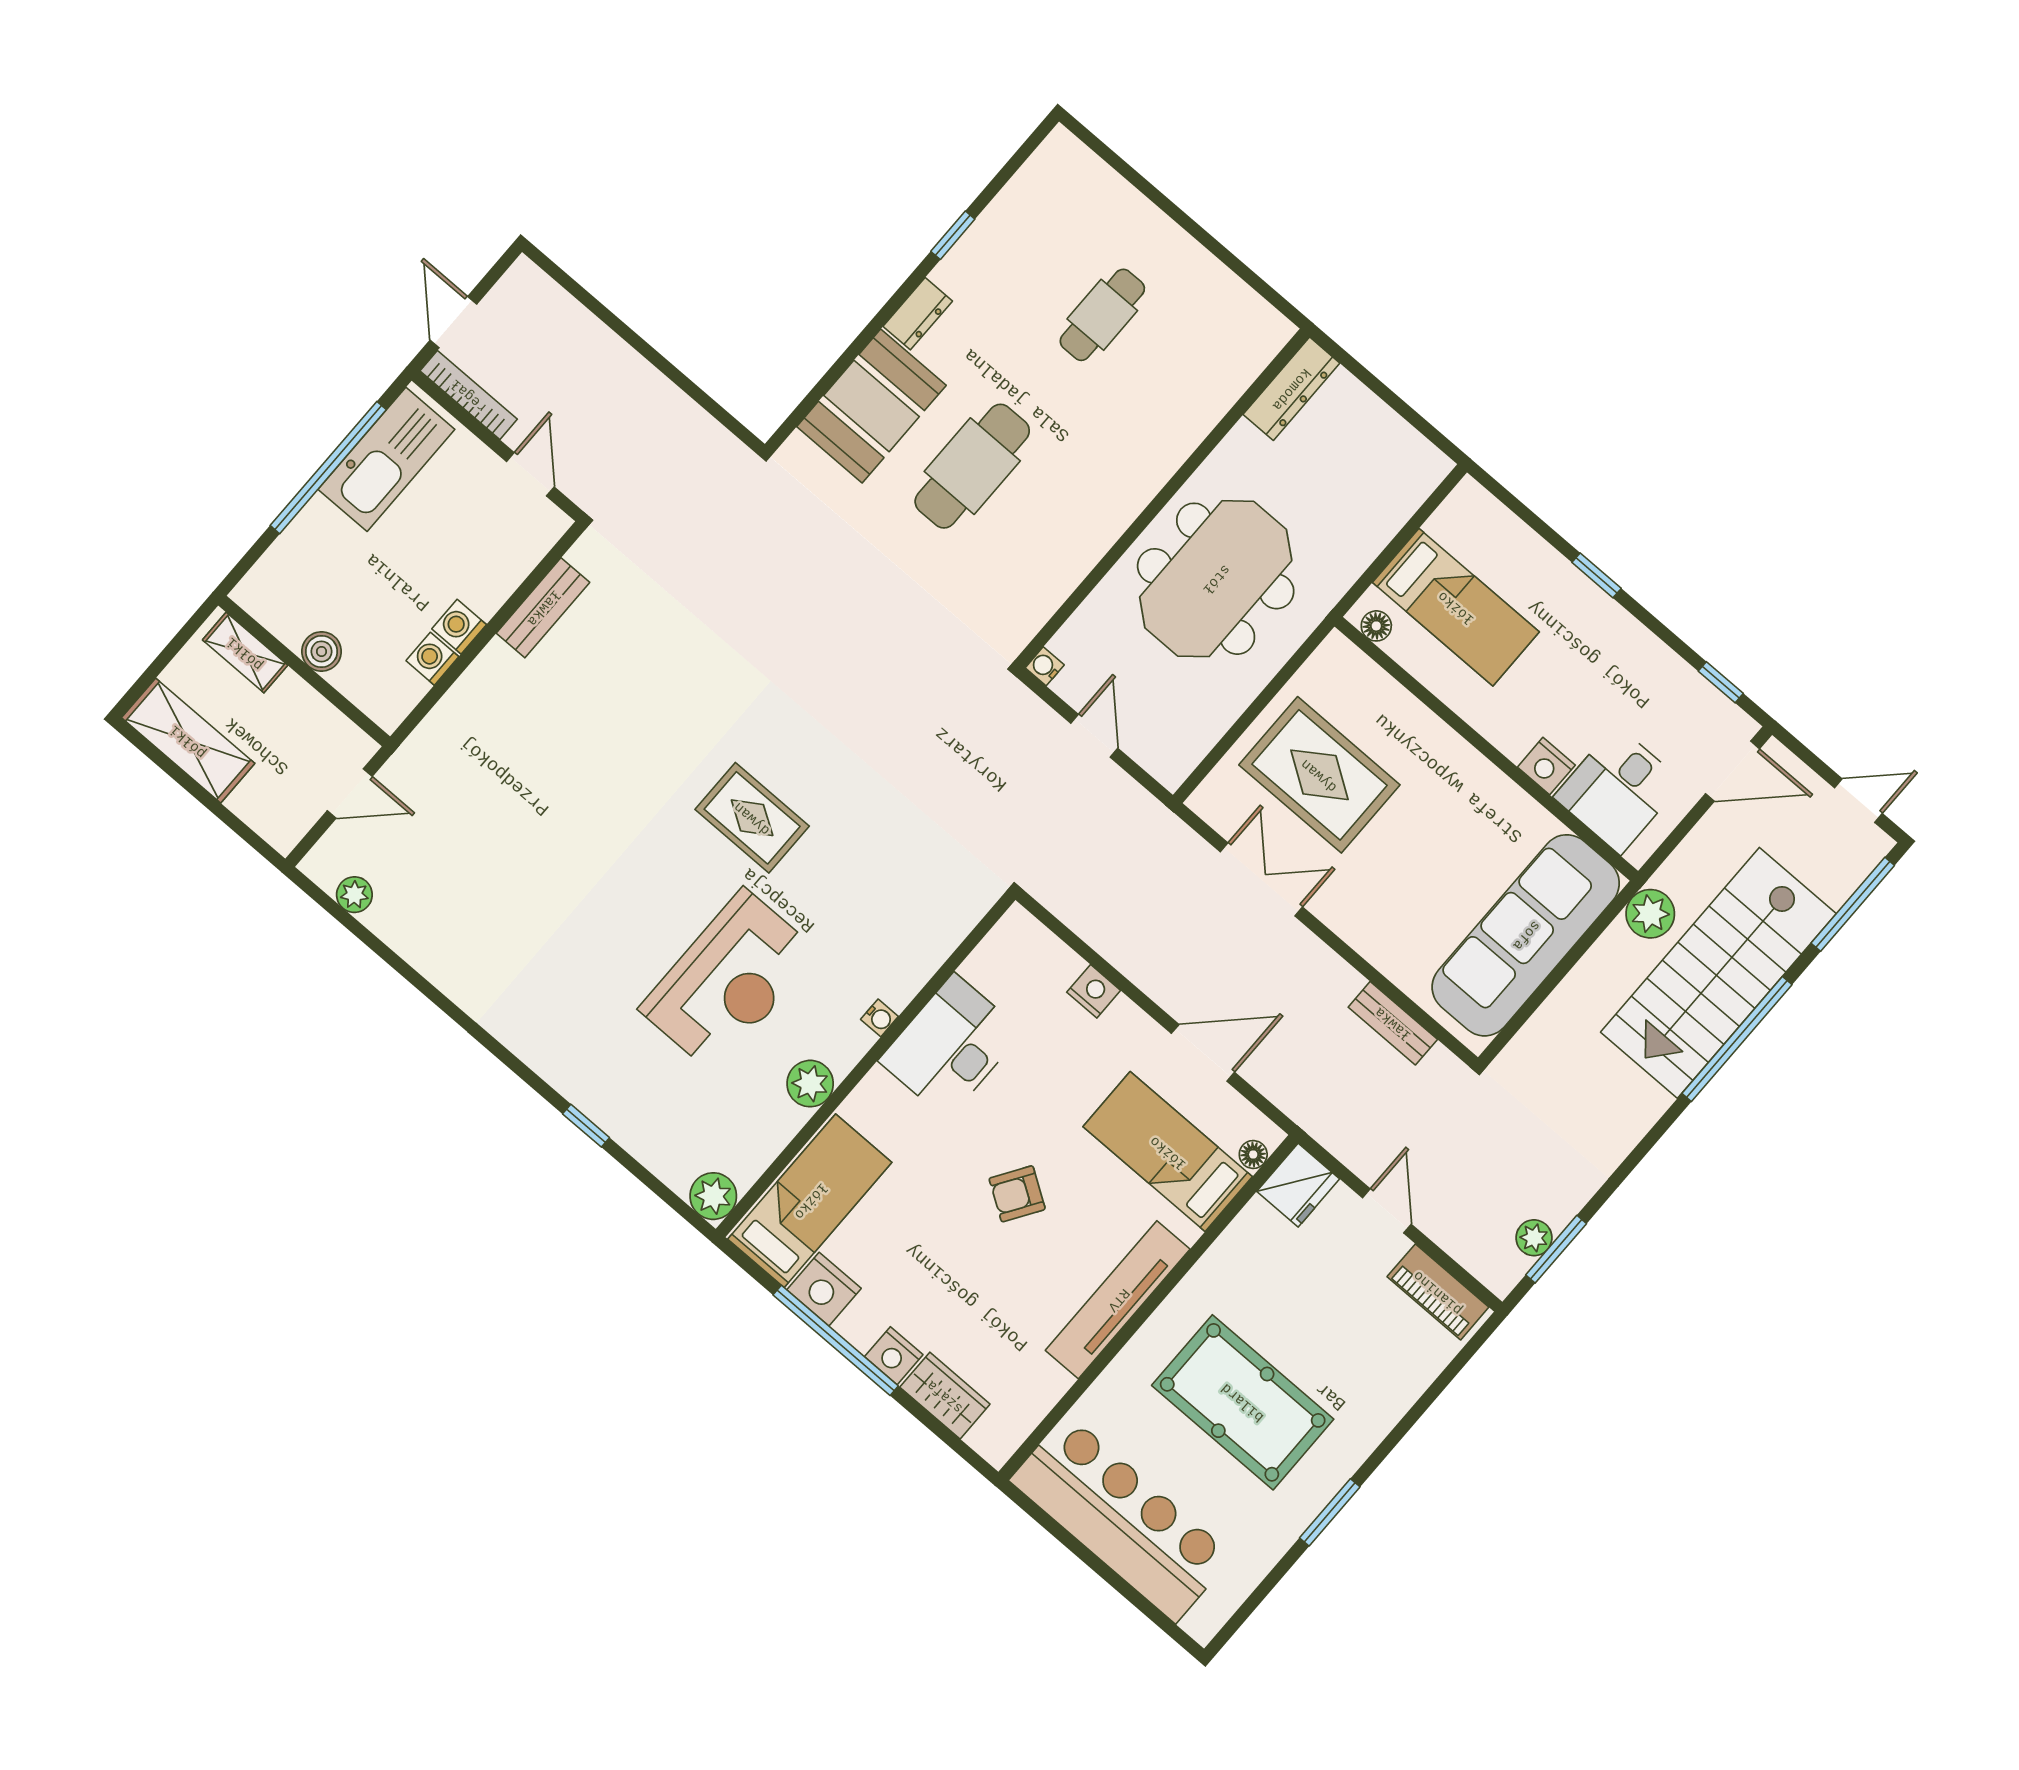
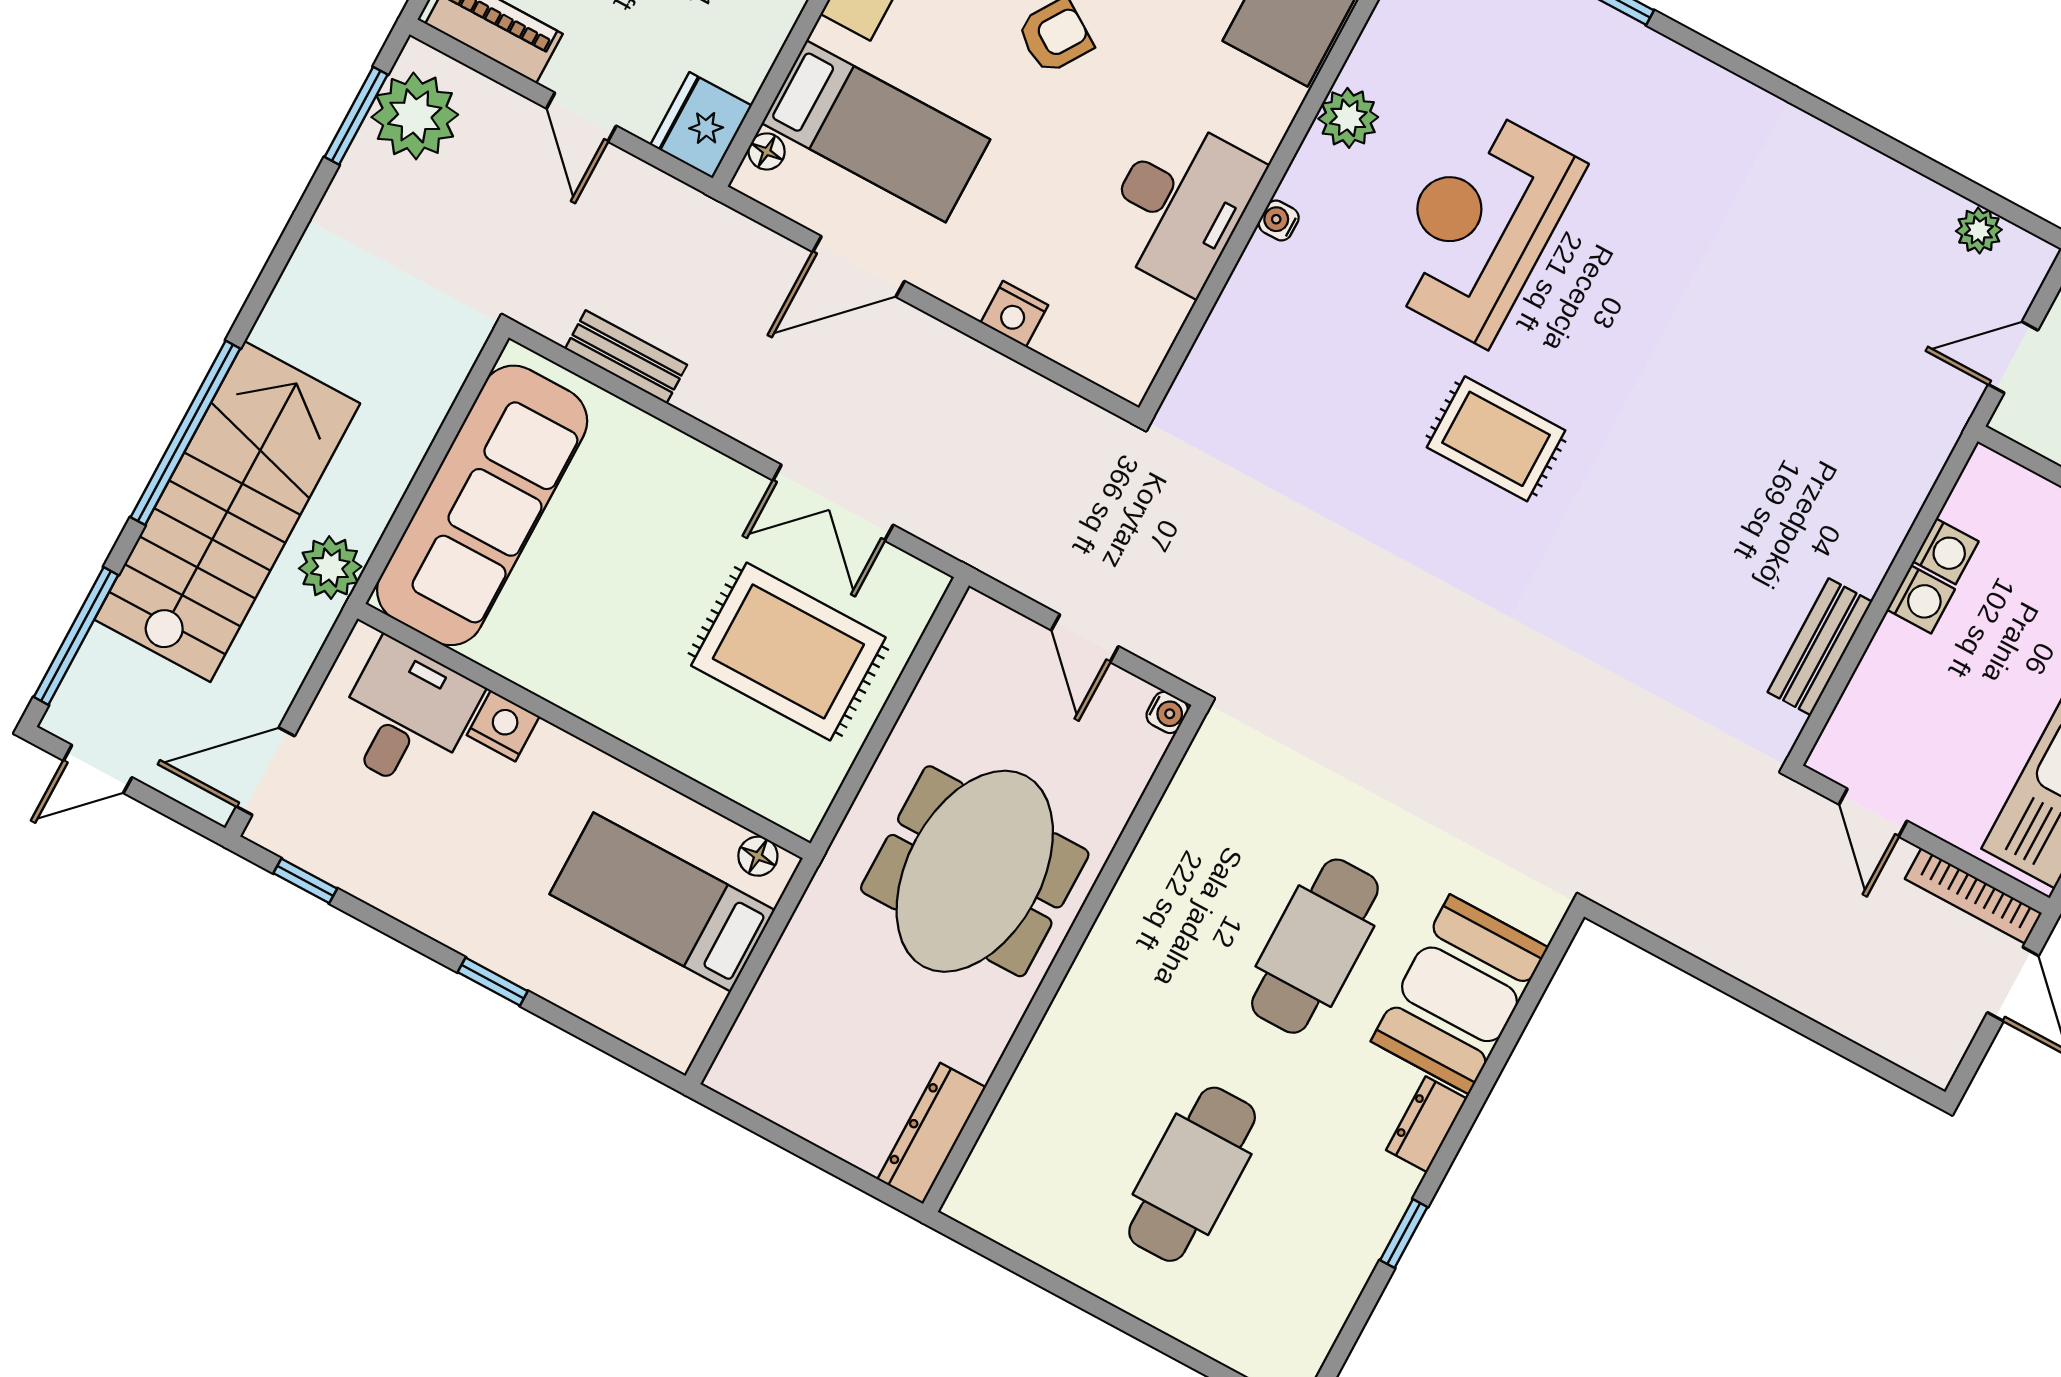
cafe table: (1102, 315) -> (1192, 1174), width x1.37, depth x1.35
plant: (1534, 1238) -> (415, 116), width x1.88, depth x1.88

